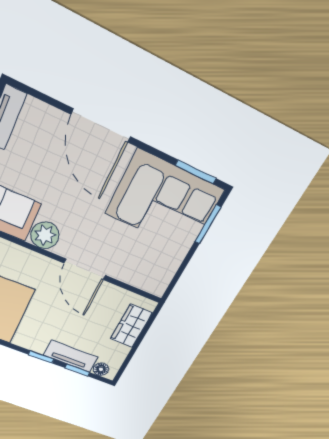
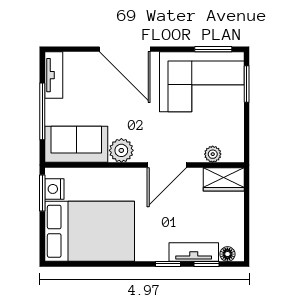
door: (85, 269) -> (167, 165), hinge flipped
plant: (136, 278) -> (213, 154), added
wardrobe: (131, 326) -> (224, 179), moved, turned -90

